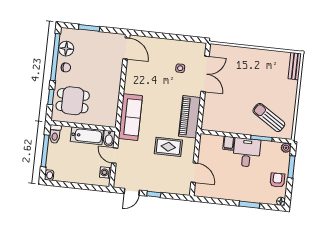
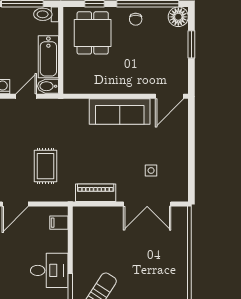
floor lamp: (66, 49) -> (178, 17), moved
sofa: (130, 117) -> (120, 112), moved
piano: (190, 117) -> (96, 193), width x0.73, depth x0.75
filing cabinet: (229, 143) -> (59, 223), moved

